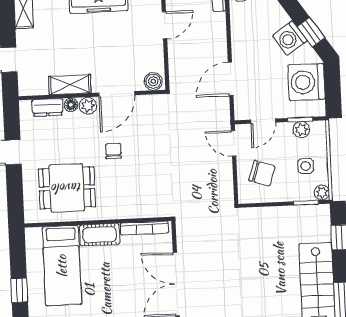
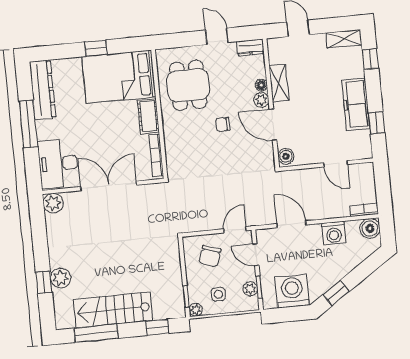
washing machine: (290, 38) -> (334, 233), moved, turned -146
dresser: (48, 107) -> (250, 48), moved, turned -90
chair: (113, 151) -> (223, 124), turned 180
bed: (62, 266) -> (119, 77), width x1.50

